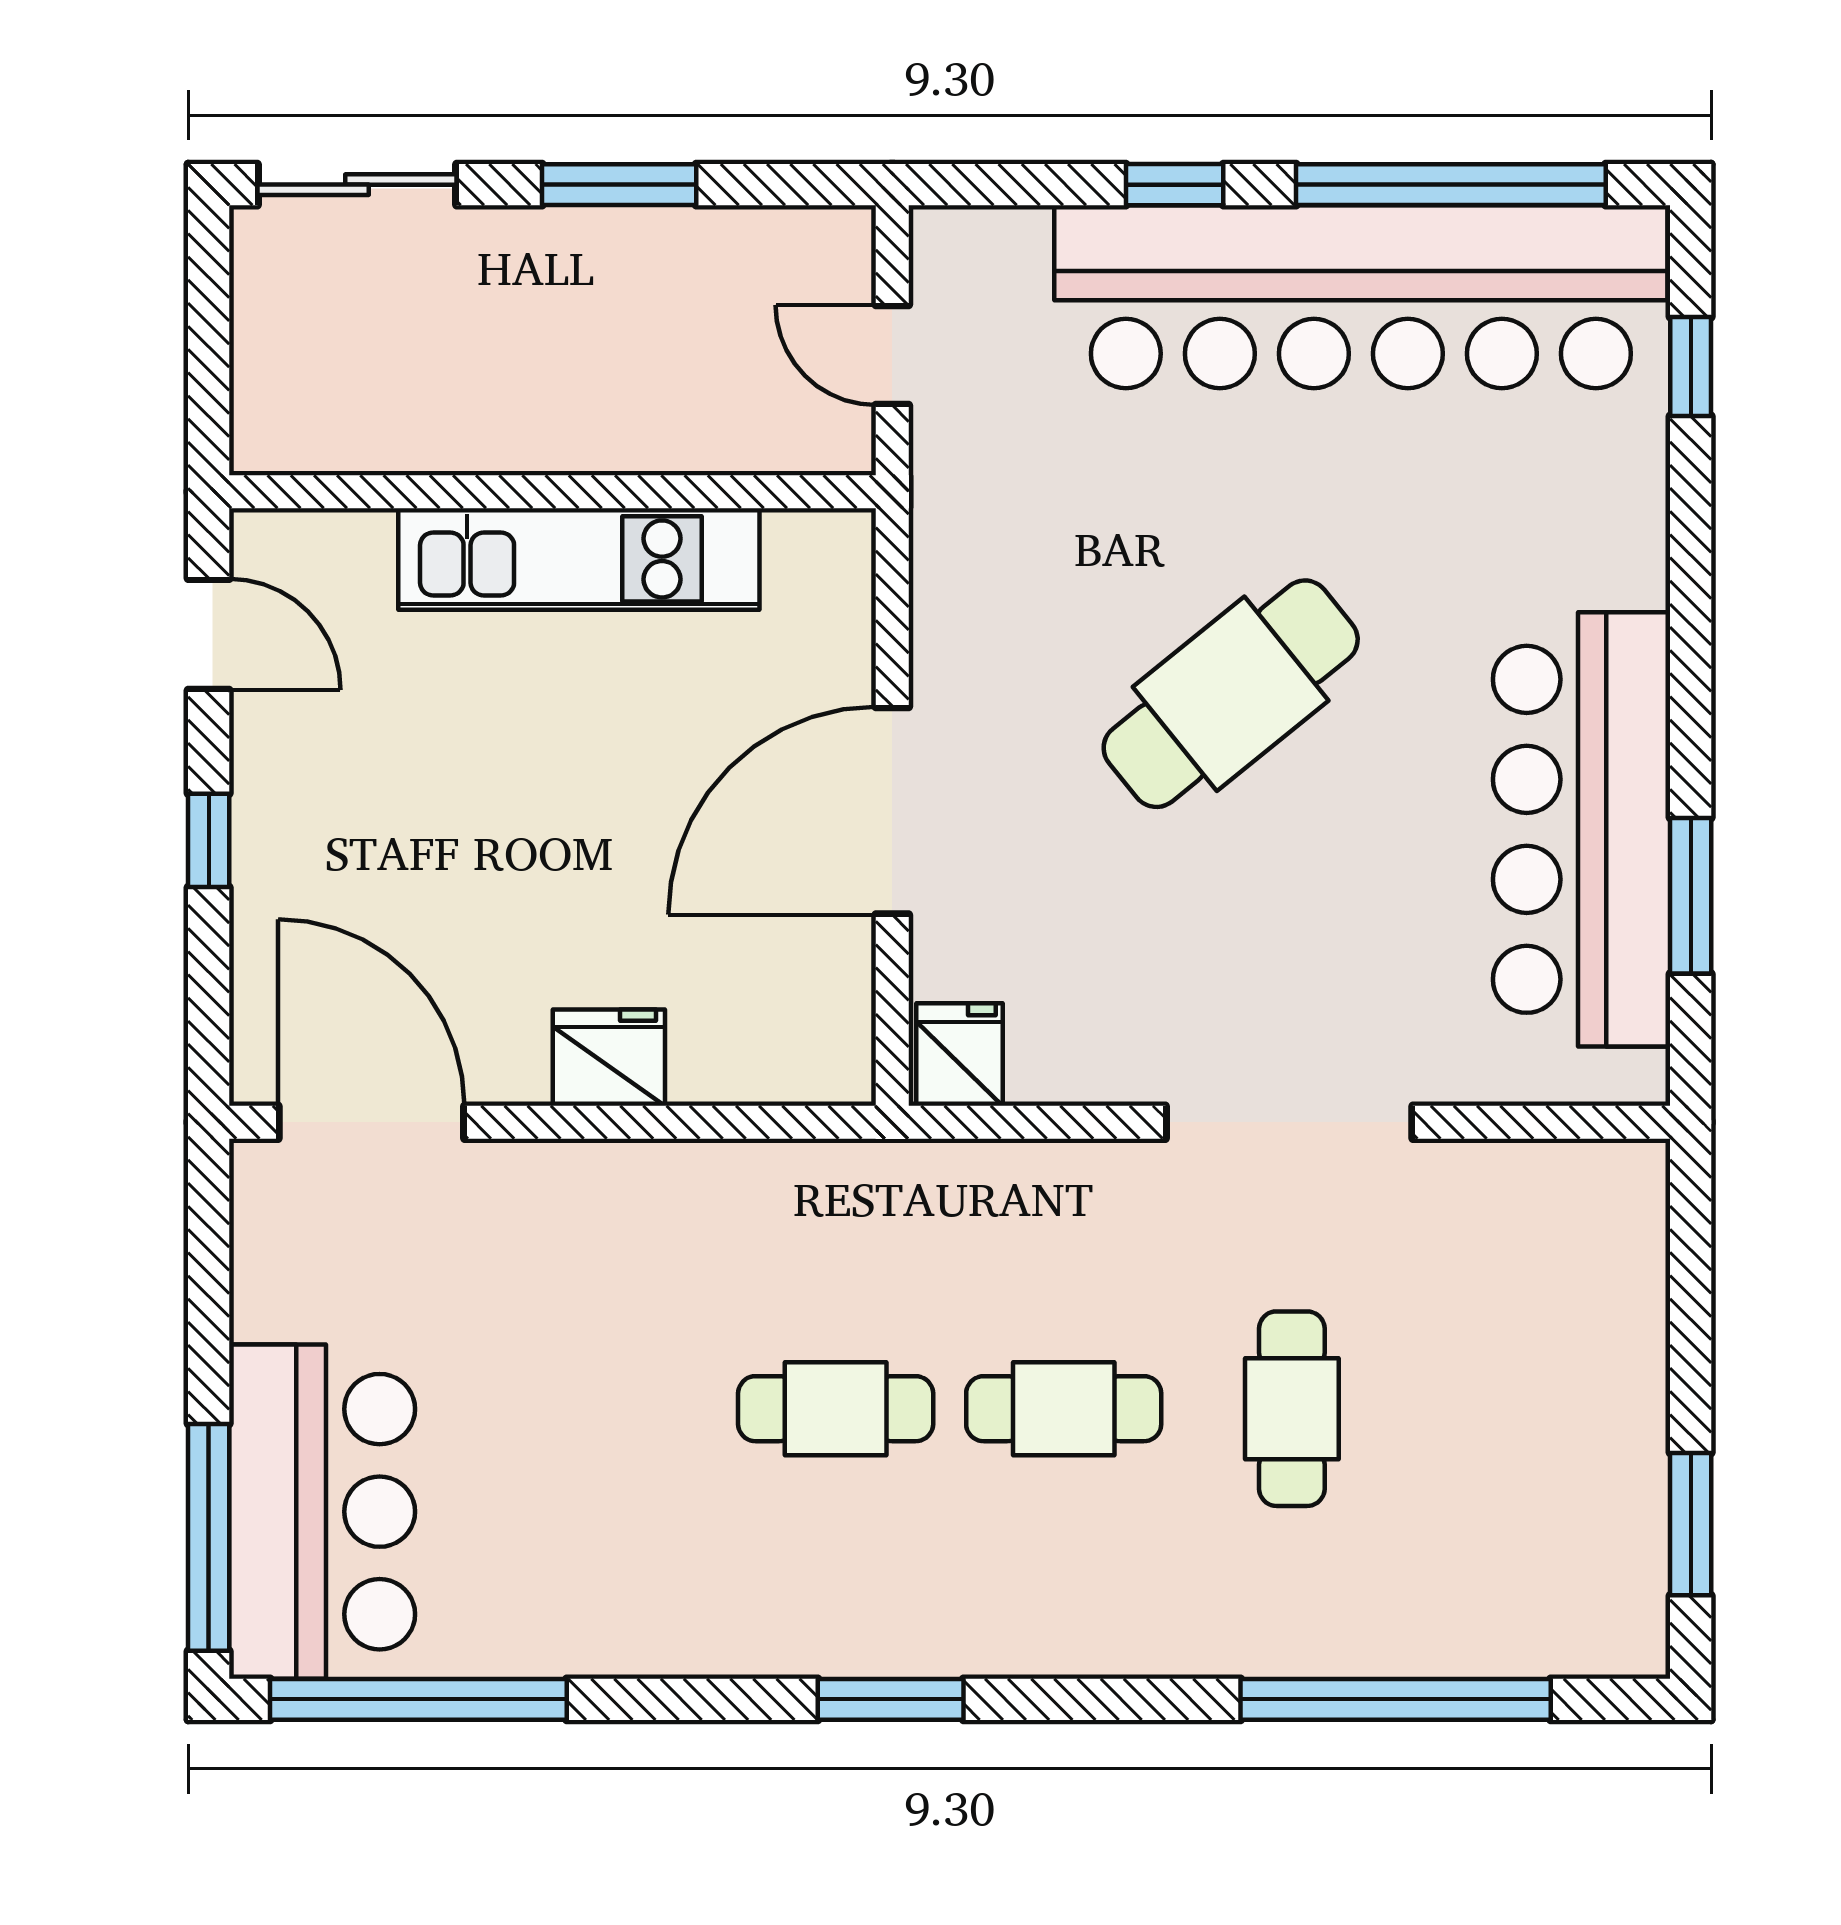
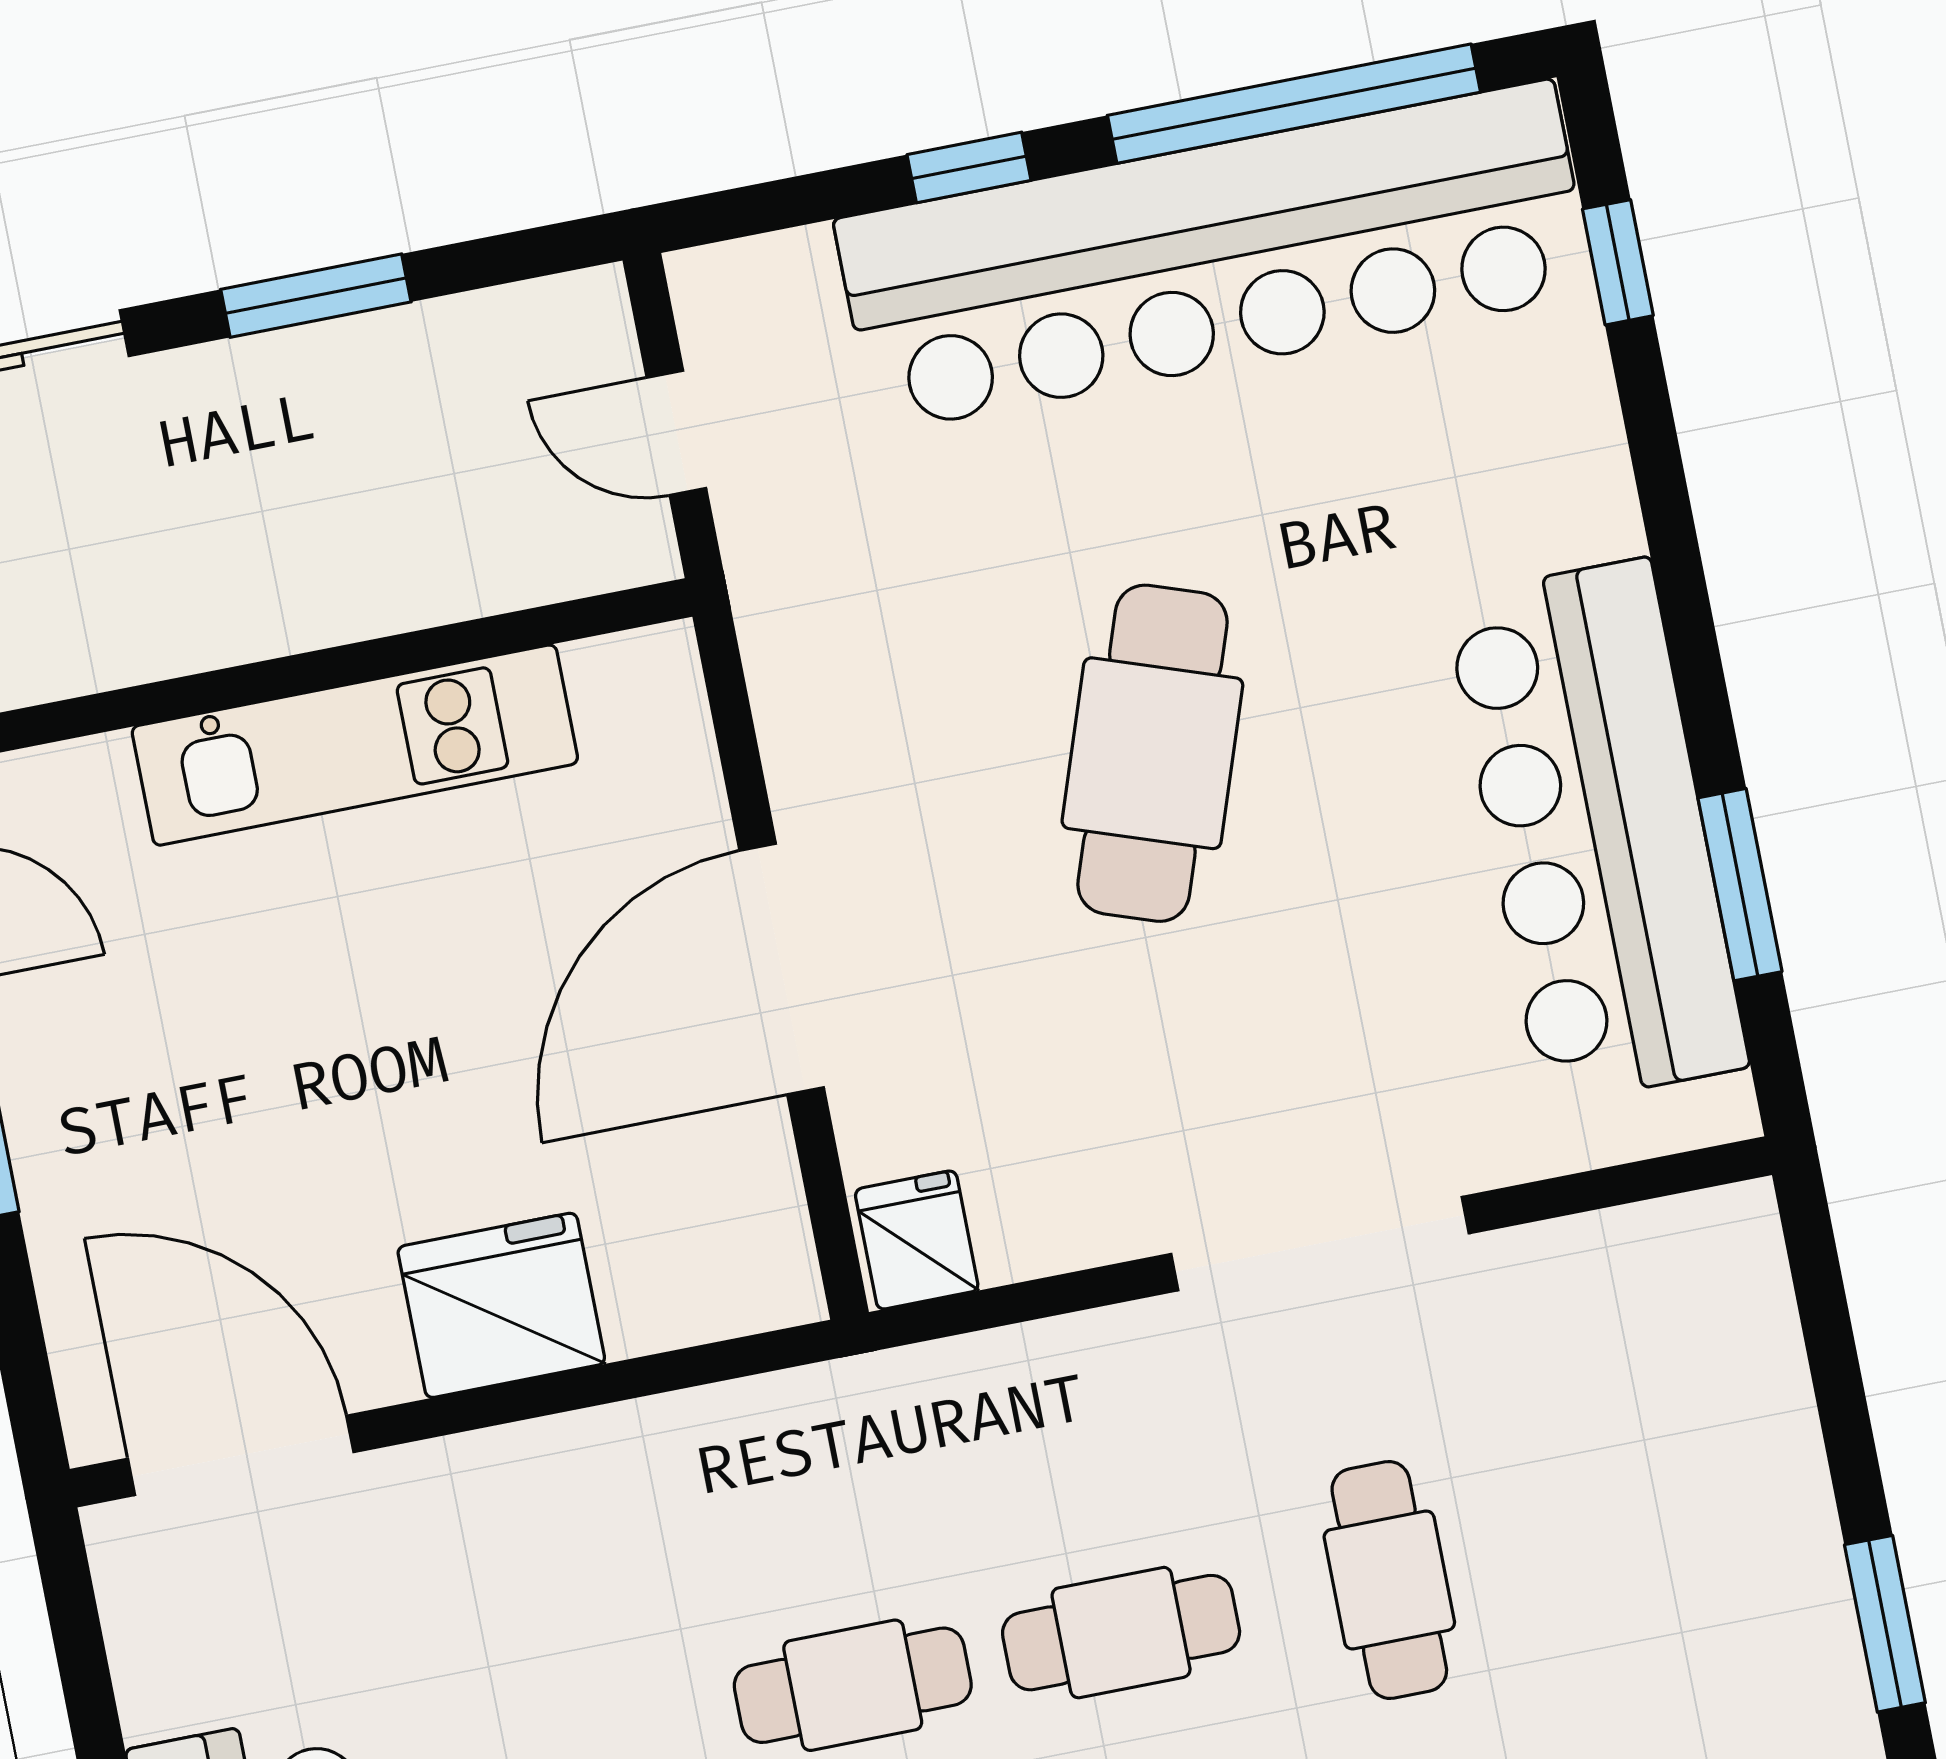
cafe table: (1231, 694) -> (1152, 753), turned -32
fridge: (609, 1058) -> (501, 1305), width x1.36, depth x1.34

